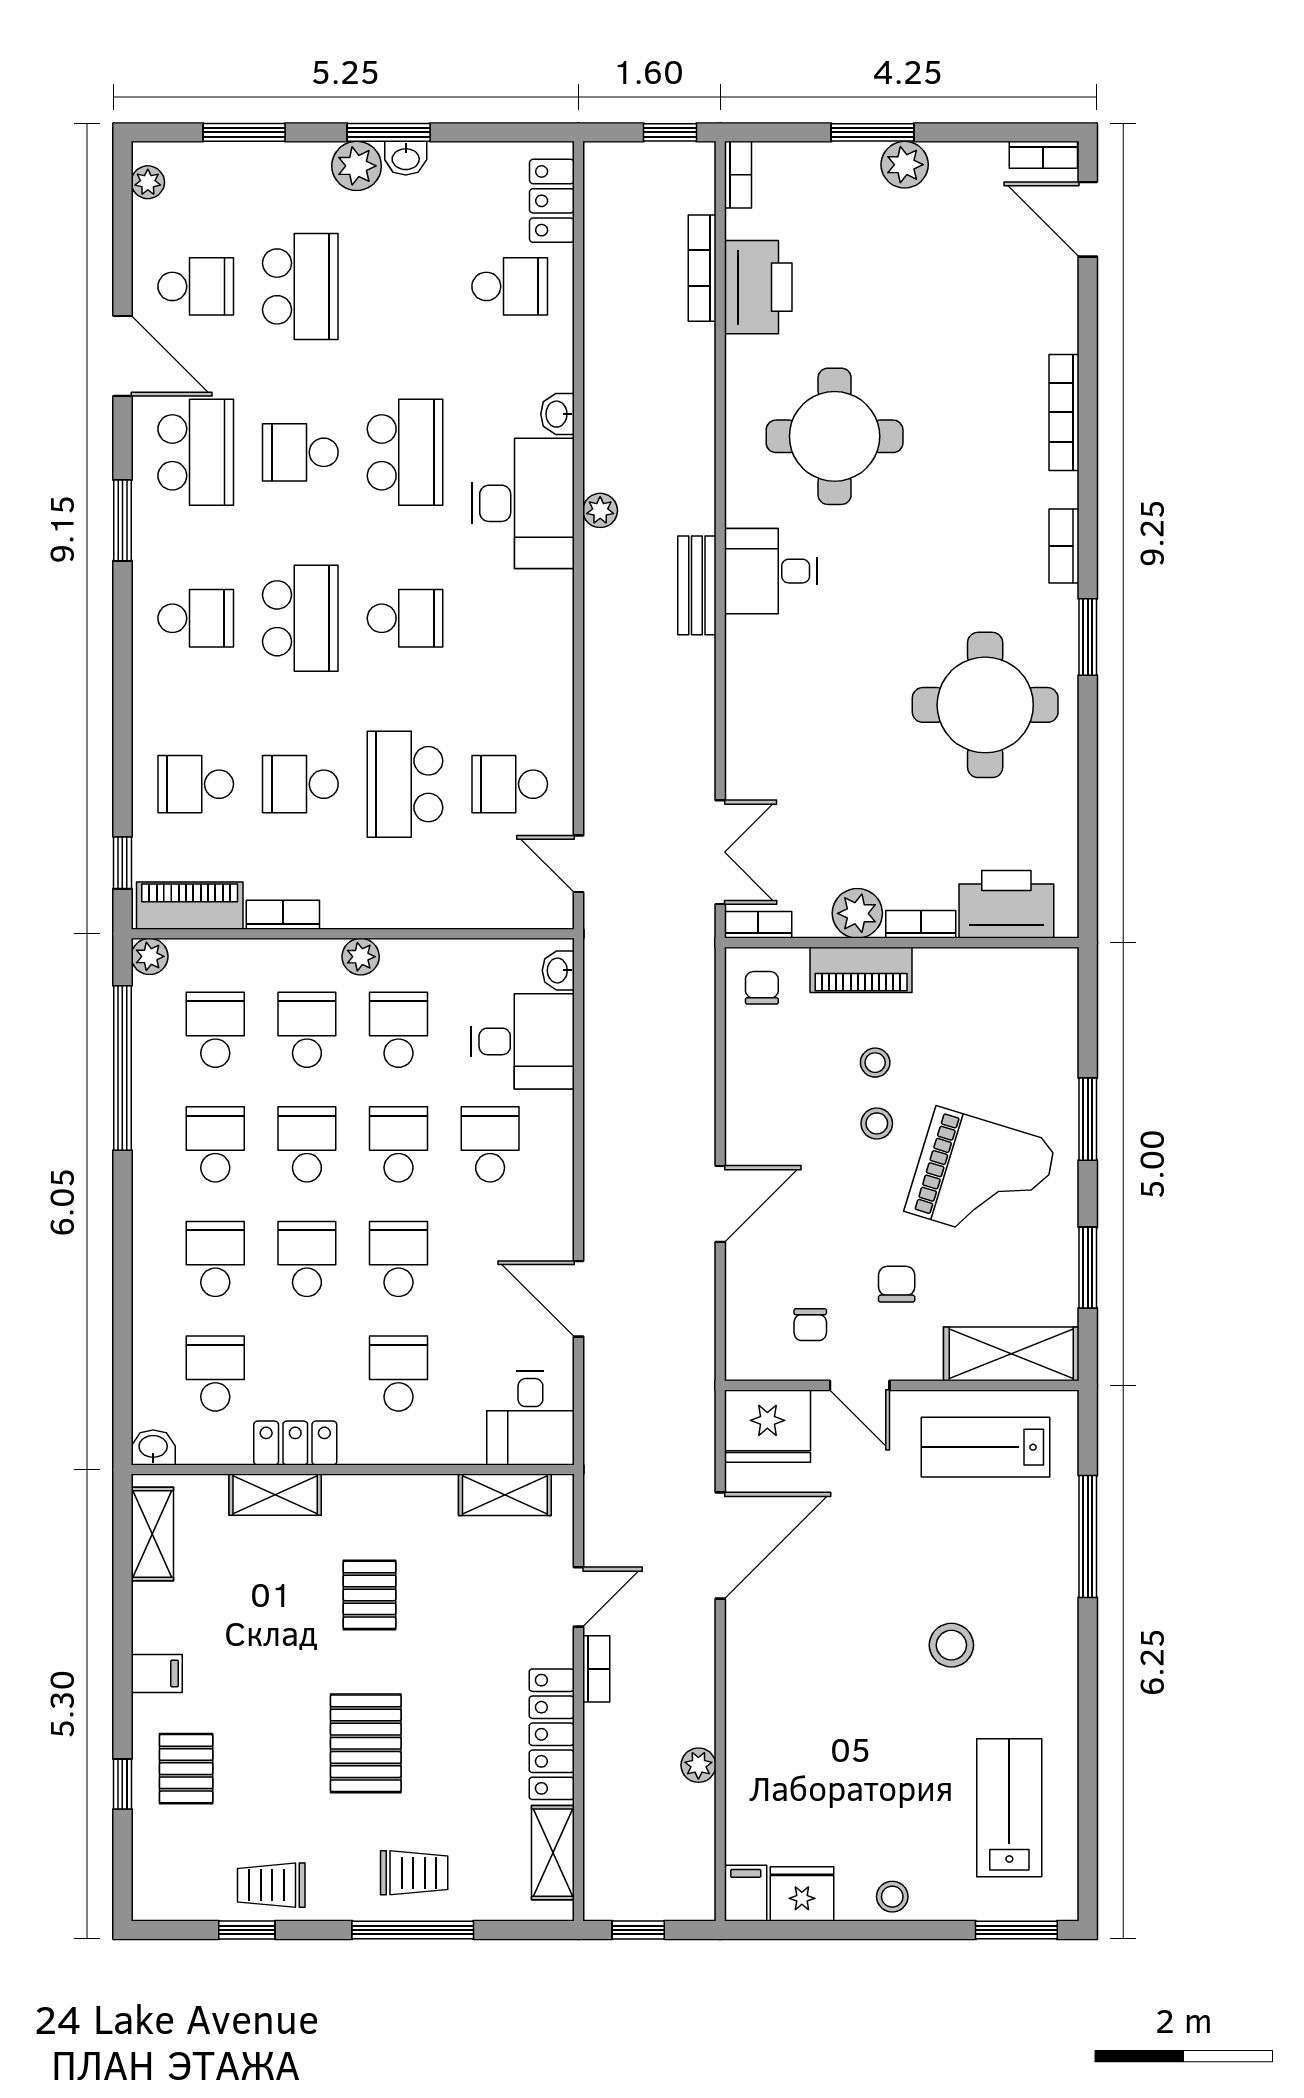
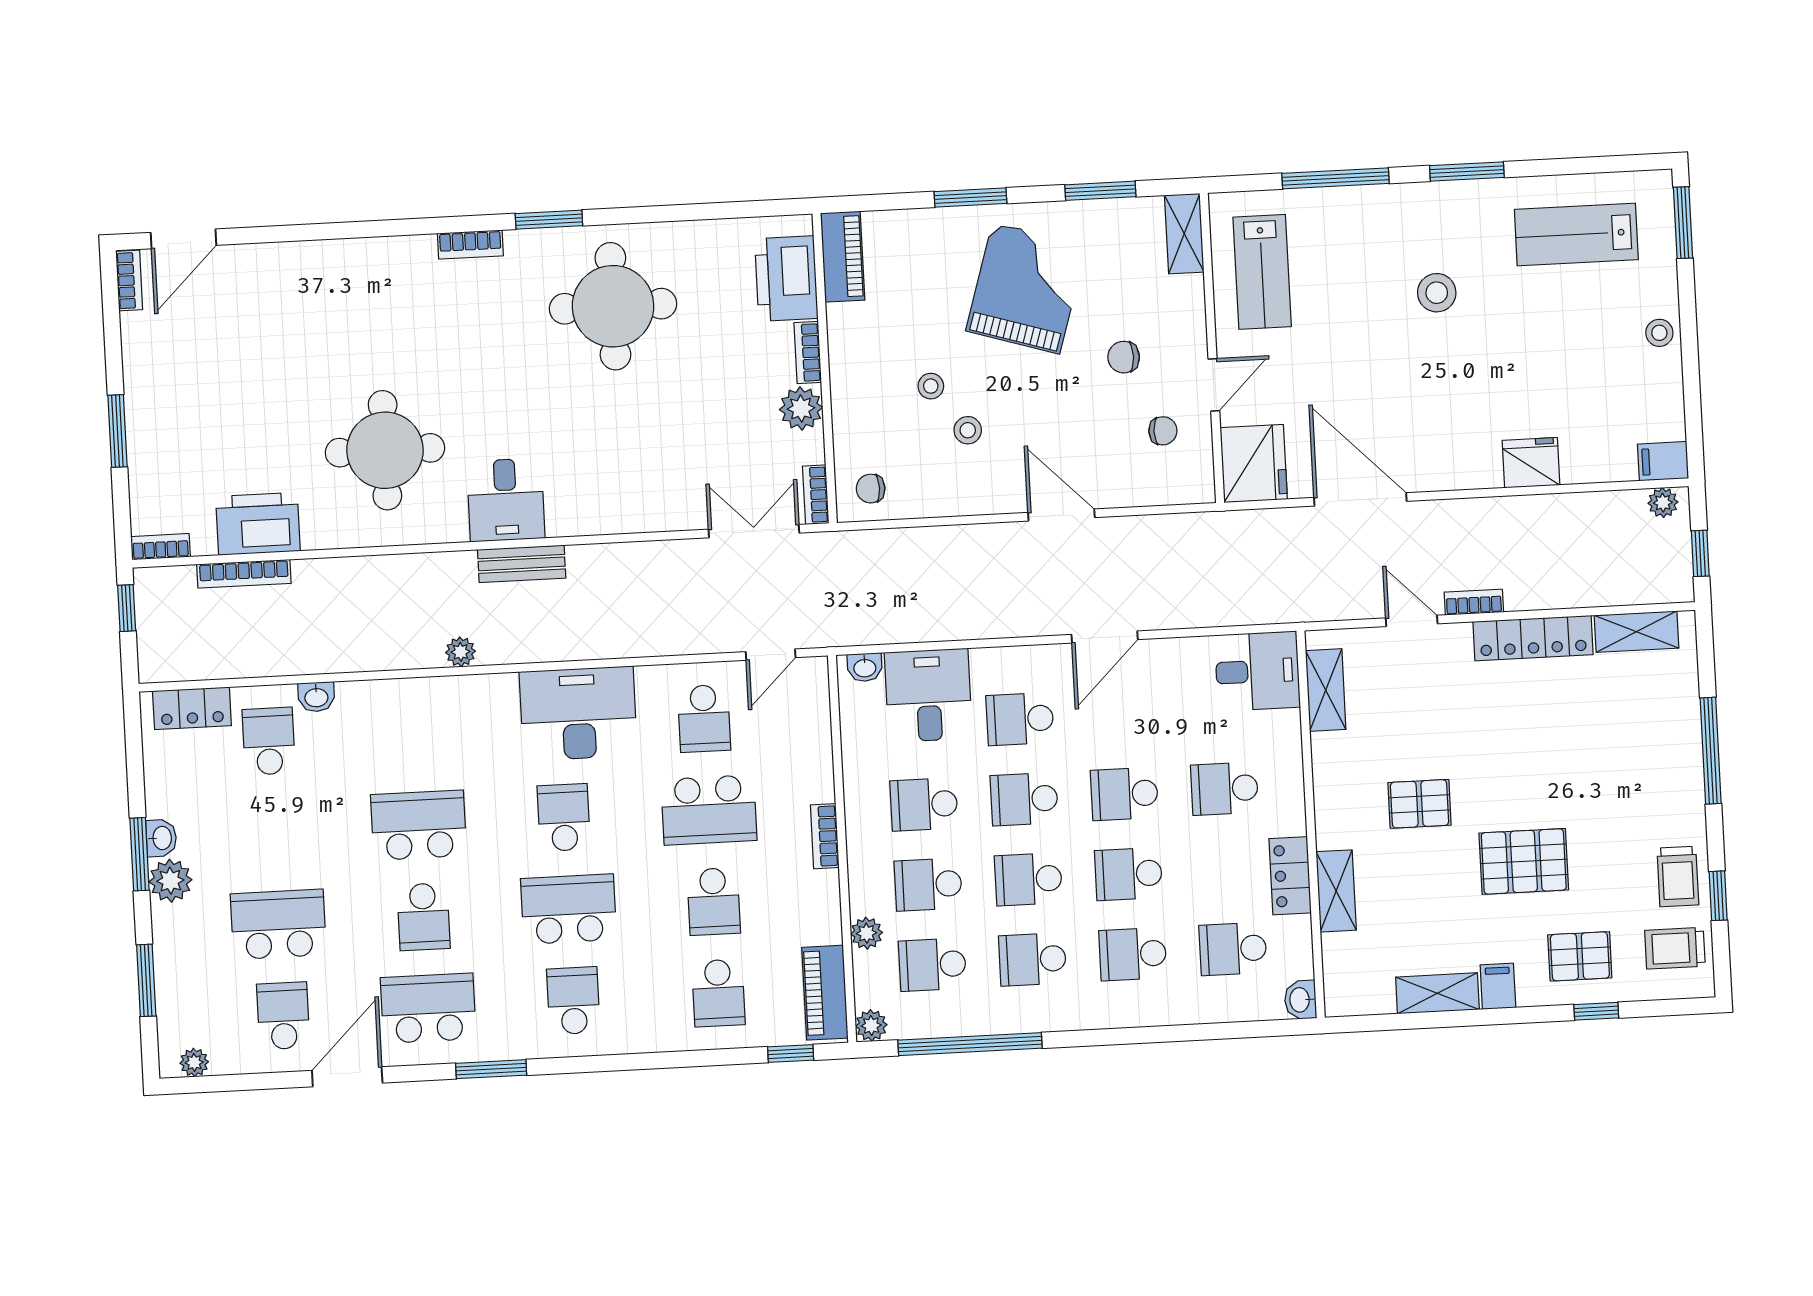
plant: (905, 165) -> (144, 401), removed
bookcase: (1064, 412) -> (354, 251), removed
washbasin: (557, 414) -> (316, 697), moved
desk: (523, 503) -> (578, 713), moved
bookcase: (283, 915) -> (825, 836), moved
plant: (361, 957) -> (867, 933), moved
piano: (861, 970) -> (843, 257), moved
stool: (877, 1123) -> (968, 430), moved
door: (579, 1299) -> (1105, 637), moved
shelving: (1011, 1354) -> (1184, 234), width x0.67, depth x0.75
shelving: (152, 1534) -> (1437, 993), moved
window: (1088, 1687) -> (1467, 172), added
pallet: (366, 1743) -> (1524, 861), moved
plant: (698, 1765) -> (1663, 503), moved
trolley: (414, 1873) -> (1675, 948), moved, turned -90
fridge: (802, 1894) -> (1531, 463), moved, turned 90

